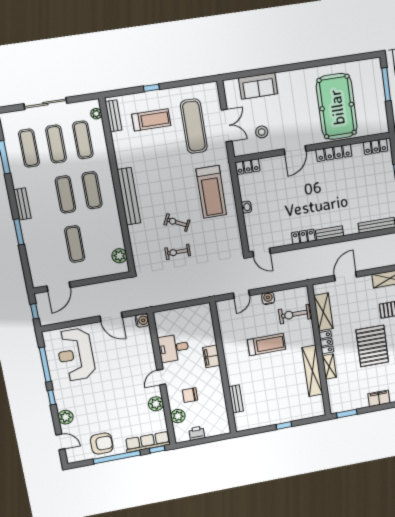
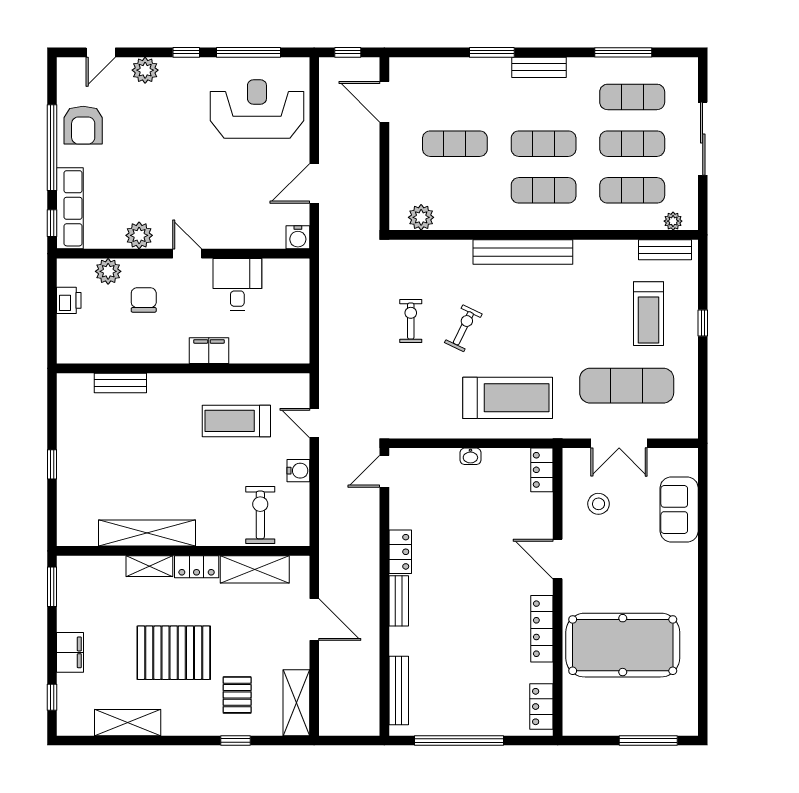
treadmill: (211, 192) -> (508, 398), turned 180
treadmill: (267, 345) -> (236, 421), moved, turned 90

